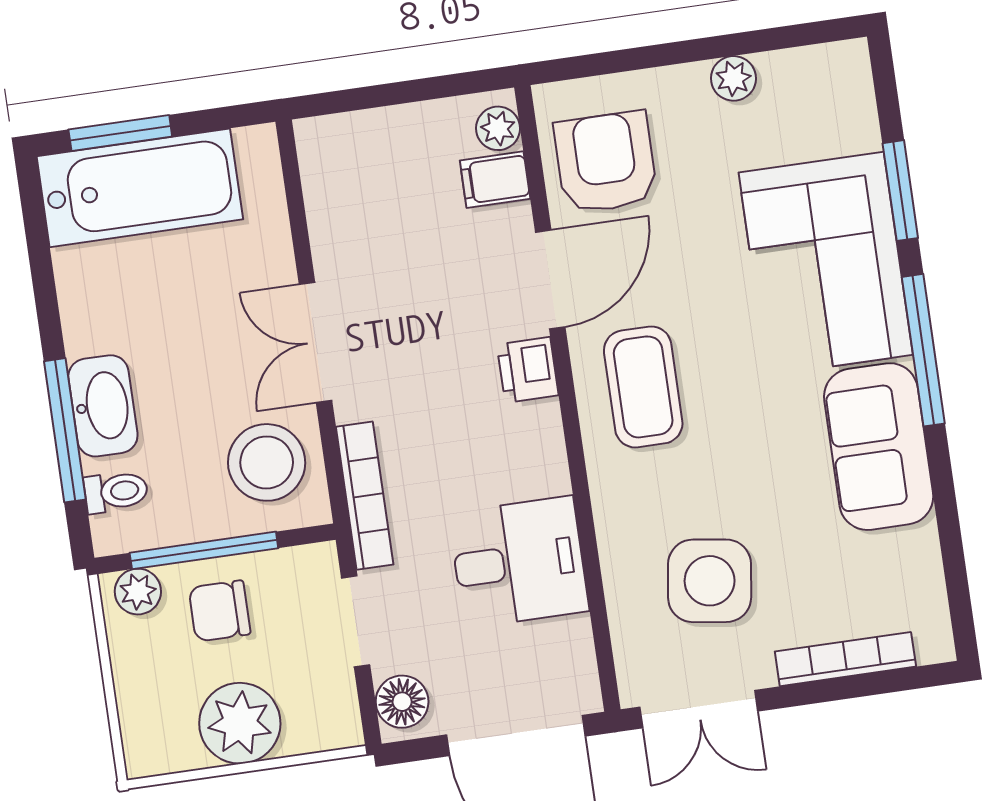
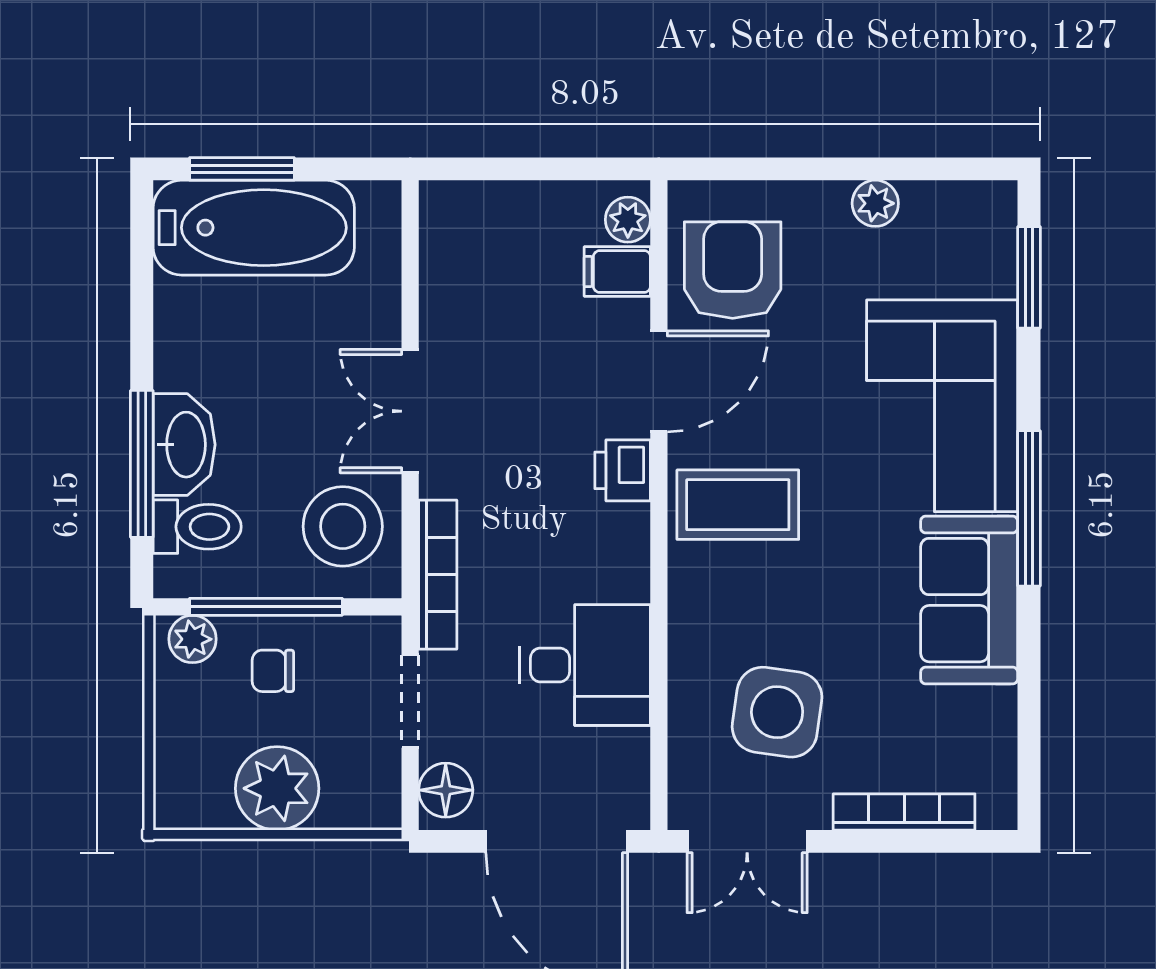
window: (900, 191) -> (1029, 277), moved
coffee table: (643, 387) -> (738, 505), turned 90
toilet: (116, 492) -> (197, 527), width x1.37, depth x1.39
chair: (220, 611) -> (273, 671), width x0.73, depth x0.73

